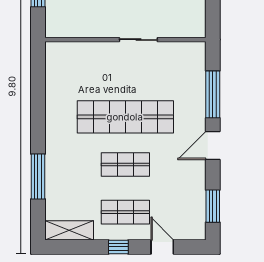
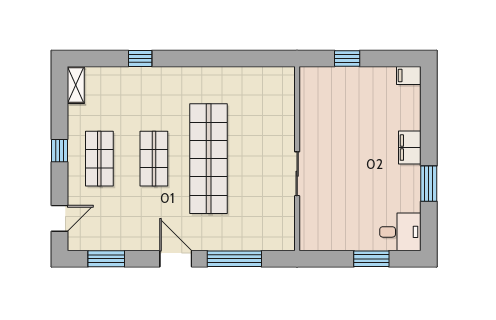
window: (38, 176) -> (140, 59), width x0.46
shelving: (69, 230) -> (76, 85), width x0.67, depth x0.75
door: (162, 247) -> (59, 218), moved

